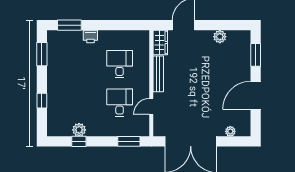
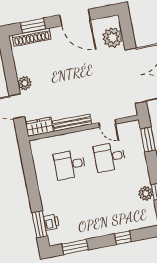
printer: (90, 37) -> (51, 222), moved
plant: (220, 37) -> (25, 83), moved
shoe rack: (245, 51) -> (32, 37), added
plant: (230, 131) -> (113, 38), width x1.88, depth x1.88

